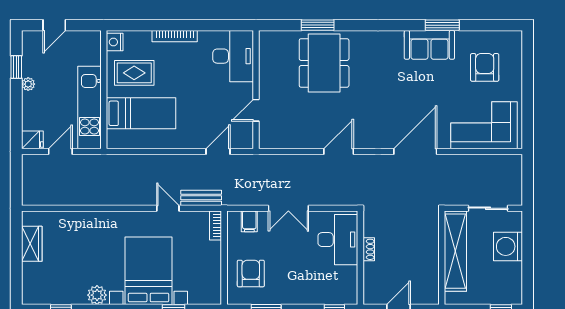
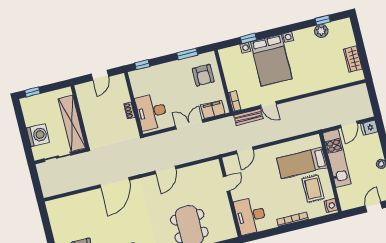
rug: (134, 73) -> (313, 188), turned 90
corner sofa: (484, 125) -> (74, 211), removed
filing cabinet: (249, 221) -> (213, 109), width x2.00
plant: (97, 295) -> (321, 31), moved

